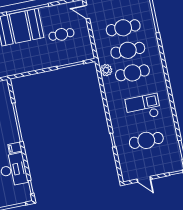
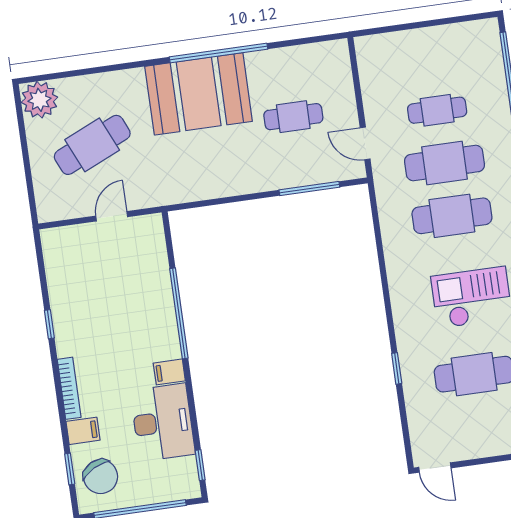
door: (87, 12) -> (365, 143), moved
cafe table: (123, 28) -> (437, 110), width x0.73, depth x0.74
plant: (106, 70) -> (391, 206), removed
door: (144, 179) -> (435, 468), moved

